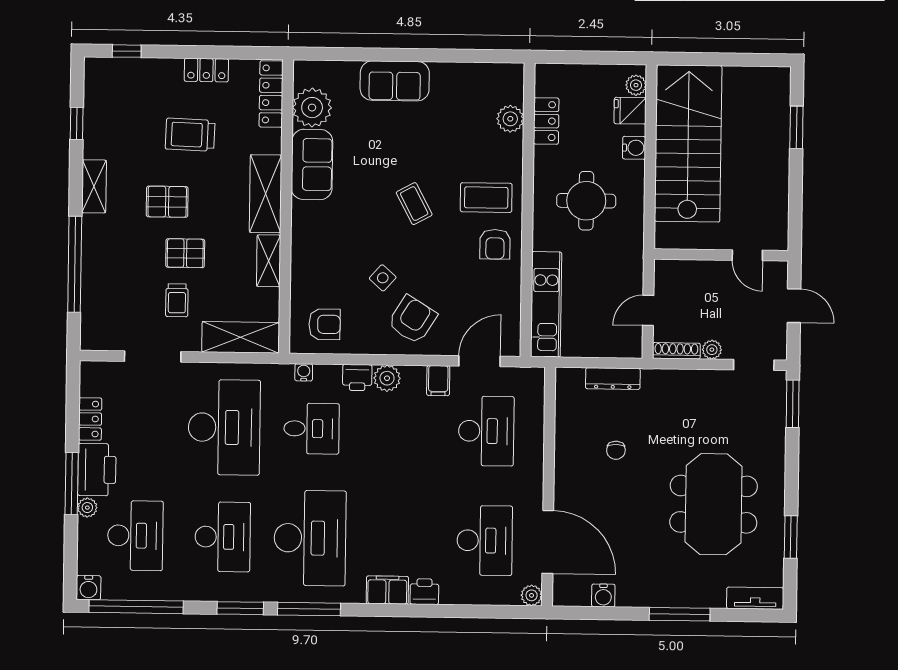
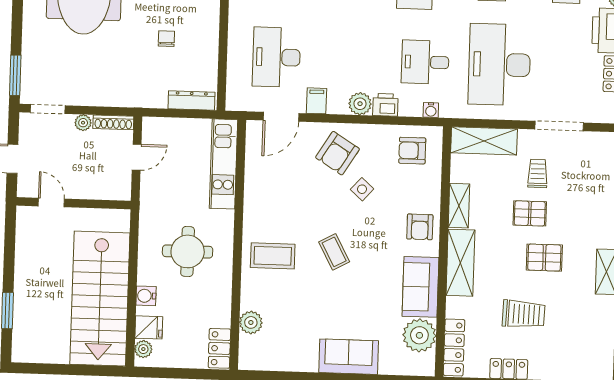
locker: (546, 121) -> (219, 348), moved
armchair: (495, 244) -> (420, 227), moved, turned 180
dresser: (613, 379) -> (192, 100), moved

